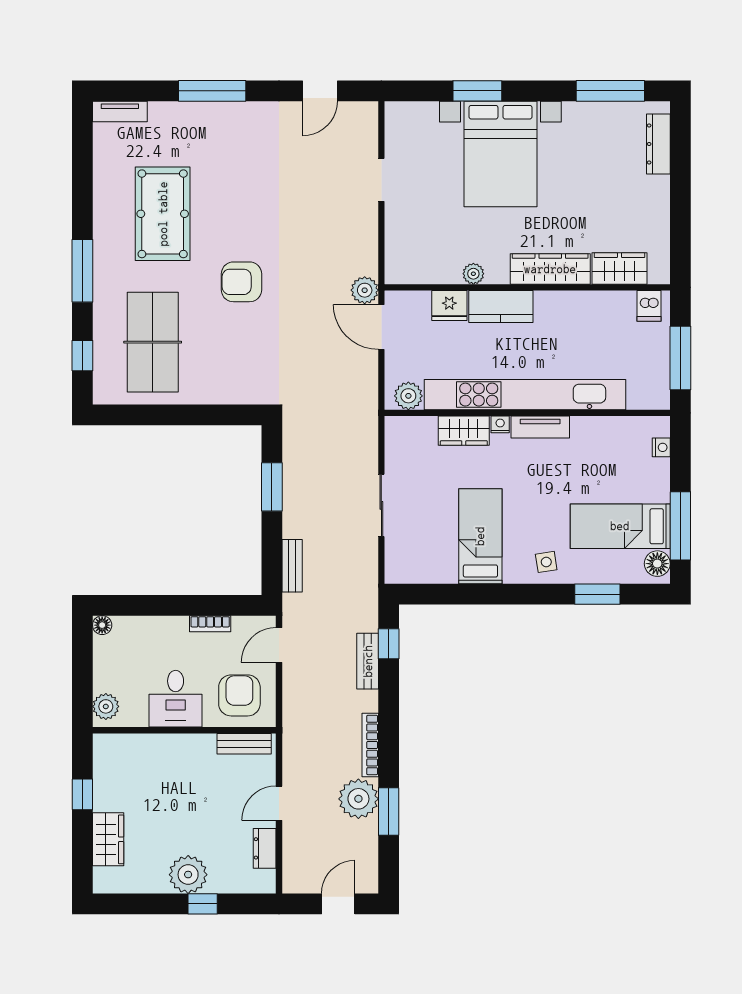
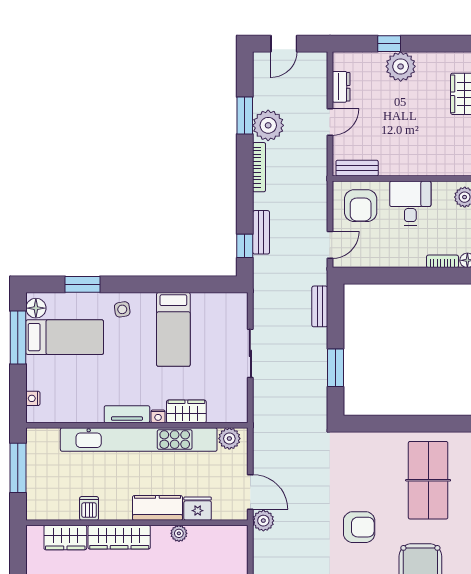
dishwasher: (649, 306) -> (89, 508), moved
bookcase: (210, 624) -> (442, 261), moved

